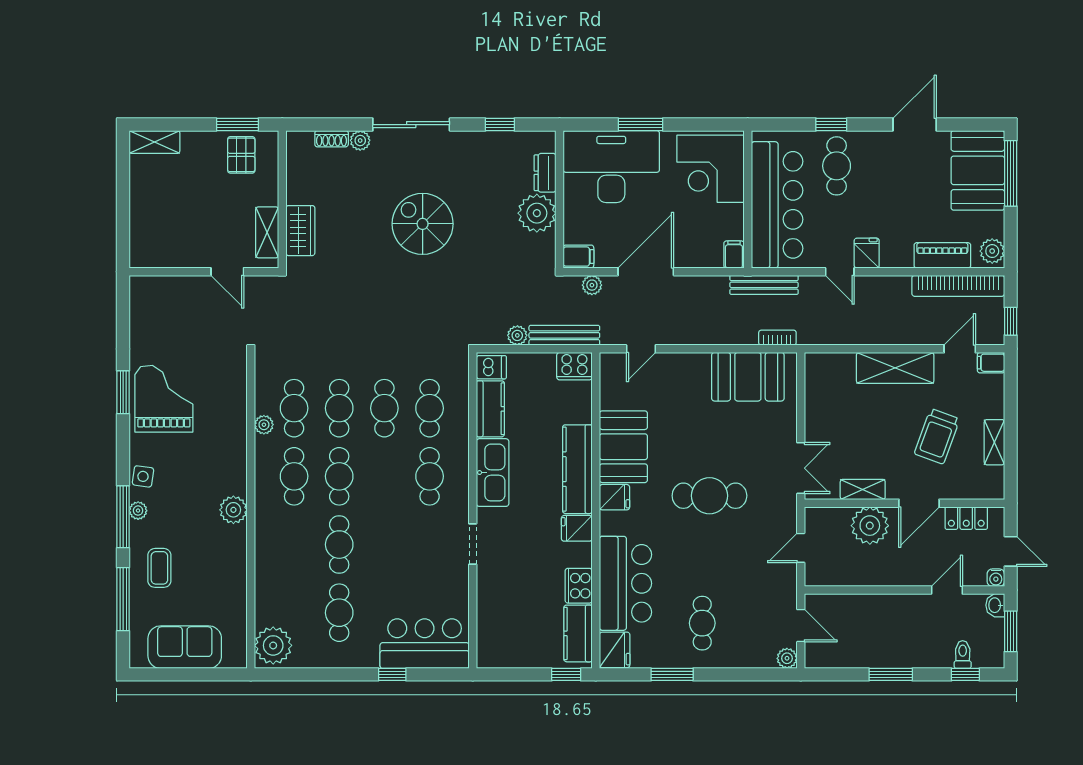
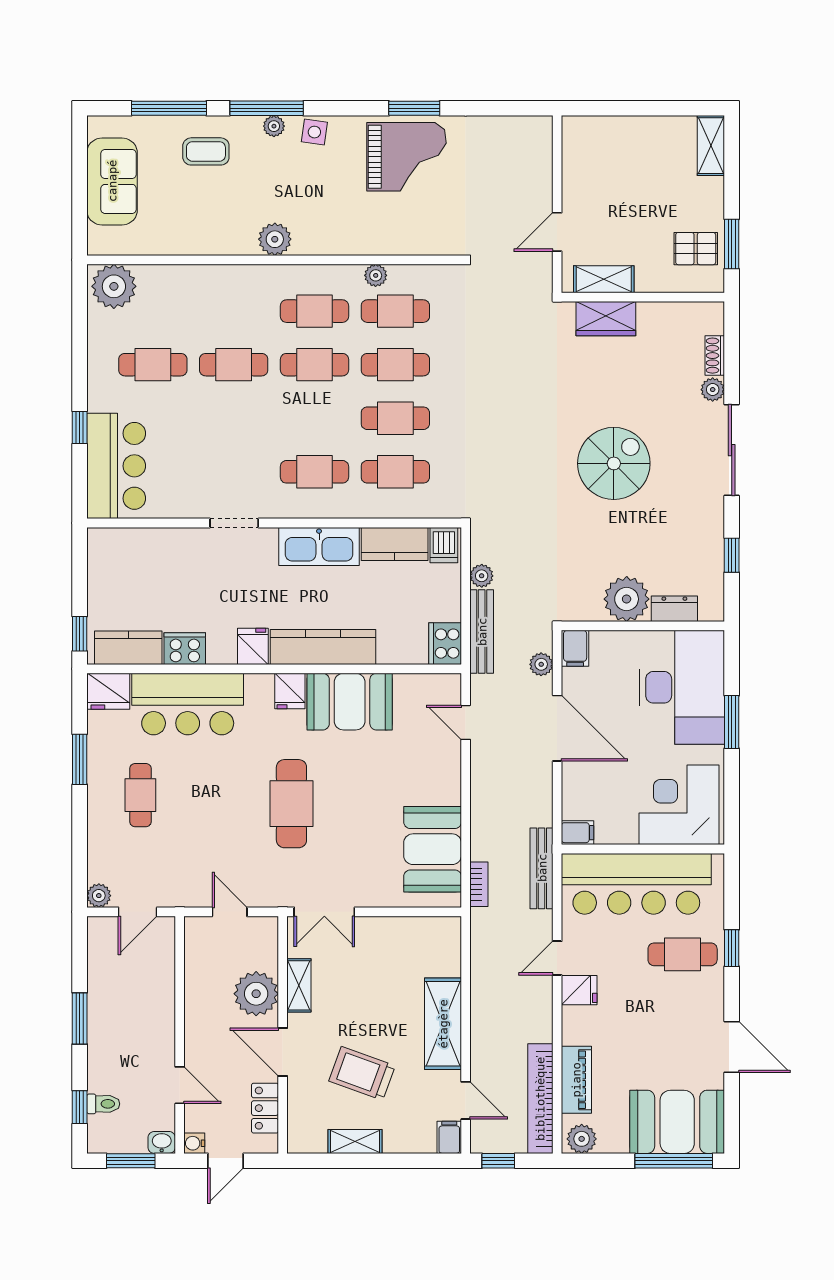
cafe table: (702, 623) -> (140, 795), turned 90

